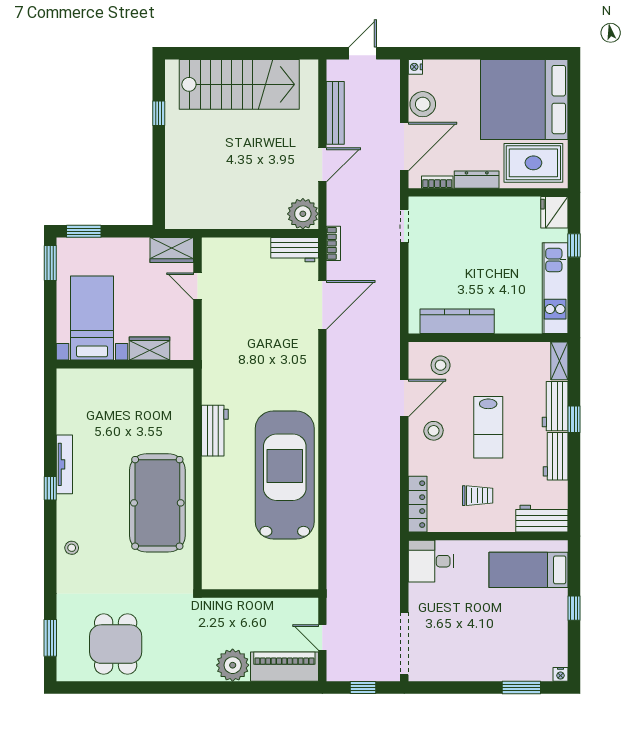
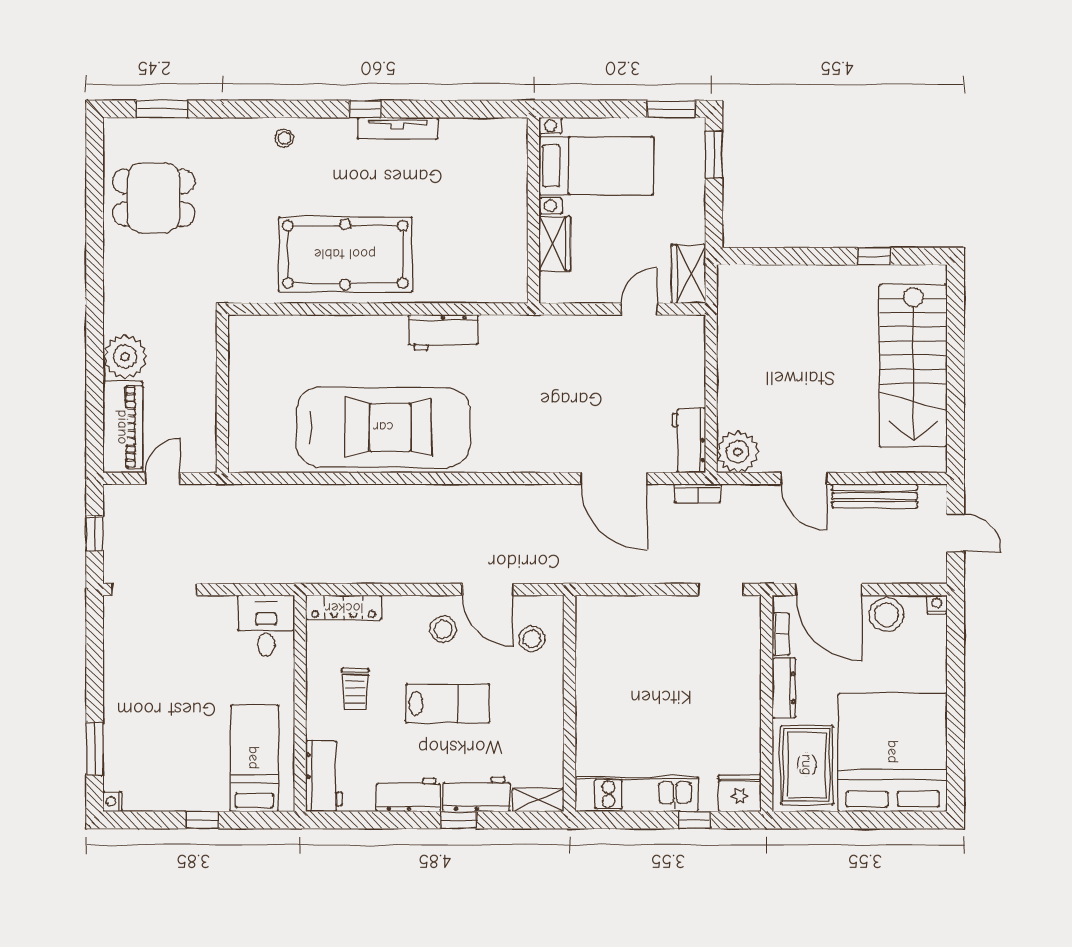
kitchen counter: (457, 321) -> (592, 661), removed
lab bench: (488, 427) -> (448, 703), turned 180

